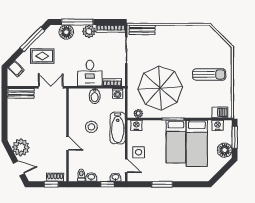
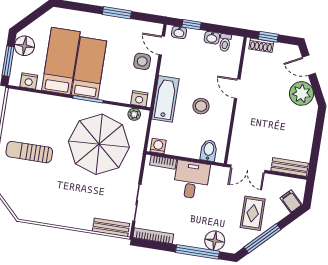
plant: (89, 31) -> (184, 237), removed
rug: (42, 56) -> (253, 213), turned 90
bidet: (95, 96) -> (209, 150), moved
barbecue: (220, 112) -> (23, 98), removed

